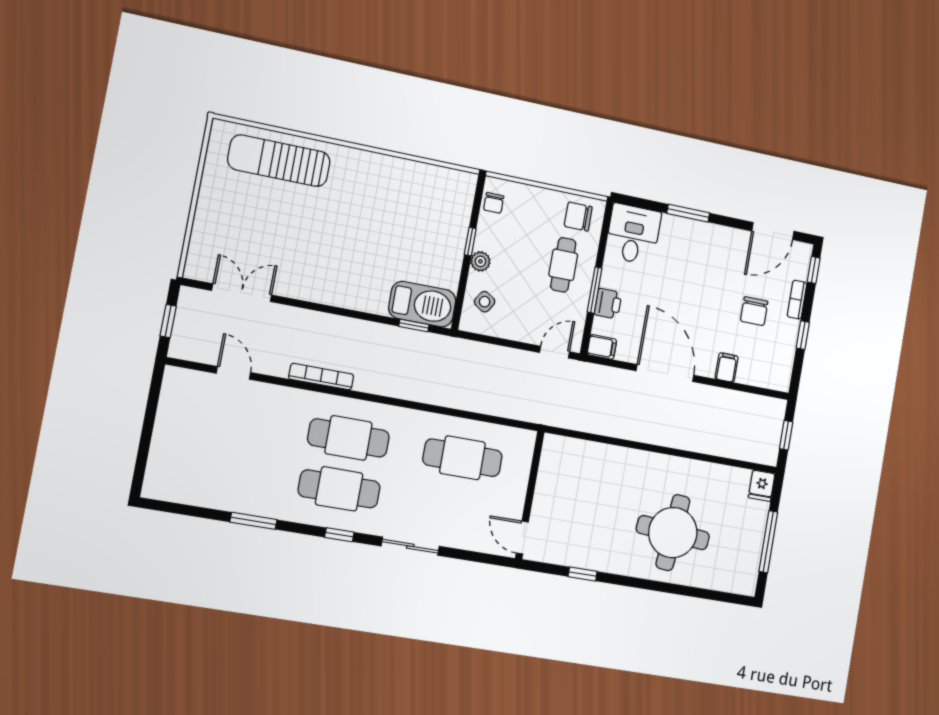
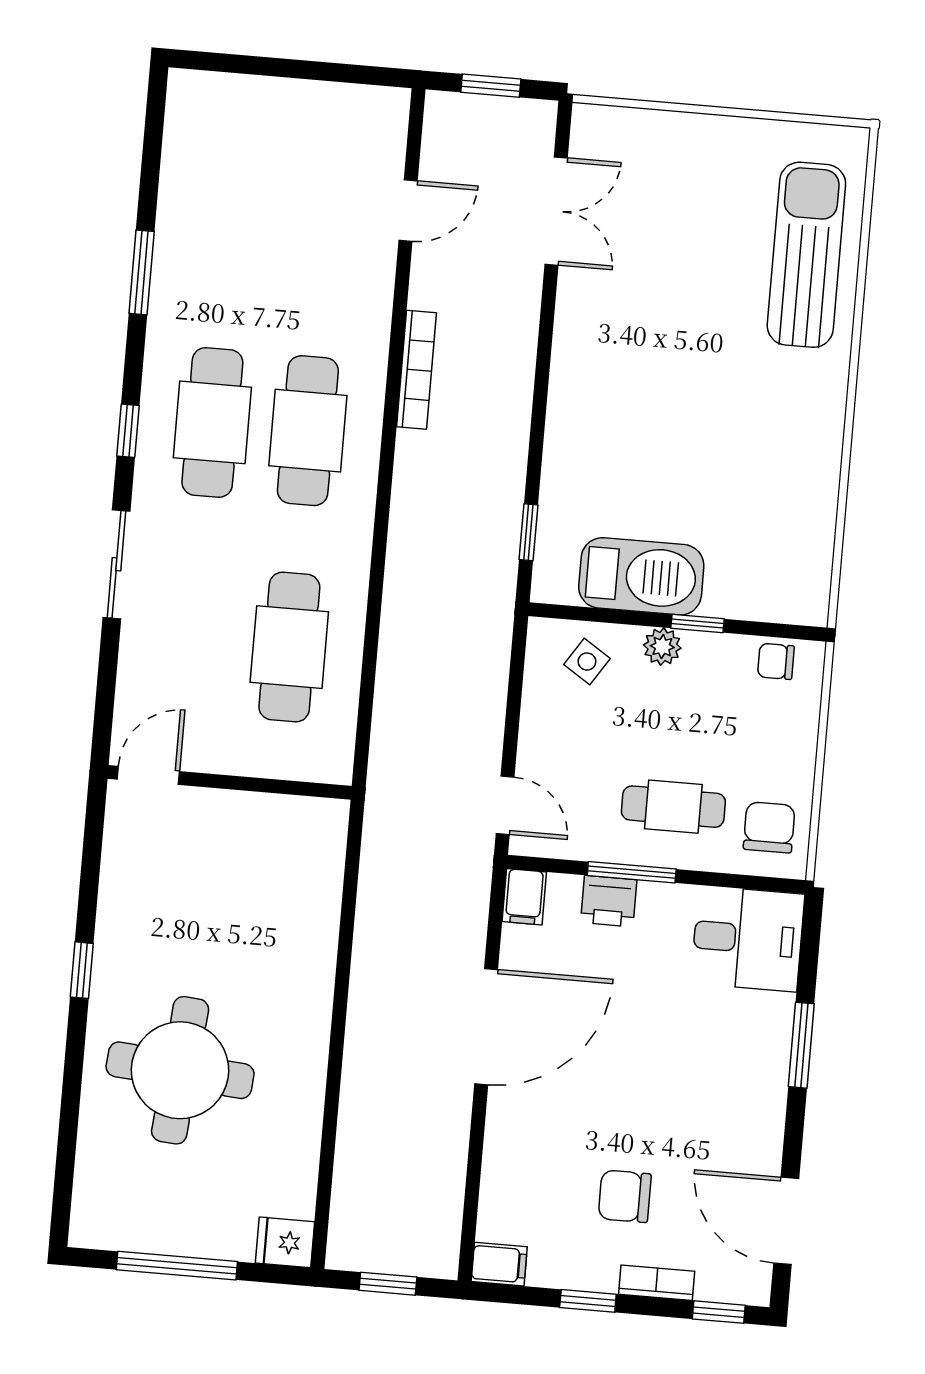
barbecue: (422, 304) -> (641, 576), moved, turned -90
filing cabinet: (727, 368) -> (499, 1264), moved
window: (583, 574) -> (82, 970), moved

